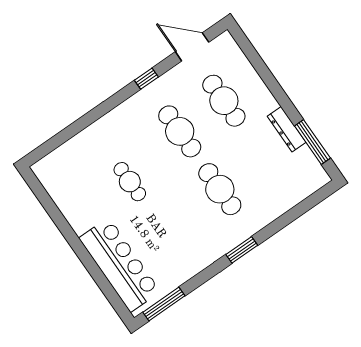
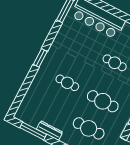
cafe table: (220, 189) -> (67, 83), width x0.73, depth x0.74

